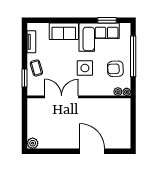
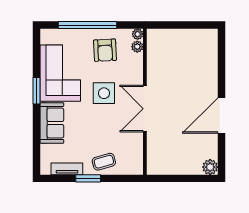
window: (107, 20) -> (36, 91), moved
window: (25, 78) -> (88, 178), moved
double door: (62, 97) -> (145, 109), moved
door: (92, 151) -> (221, 115), moved

